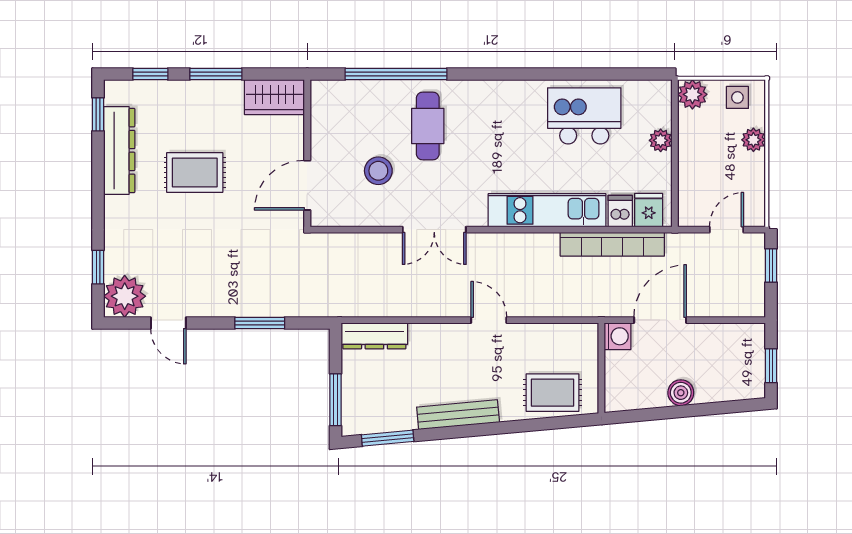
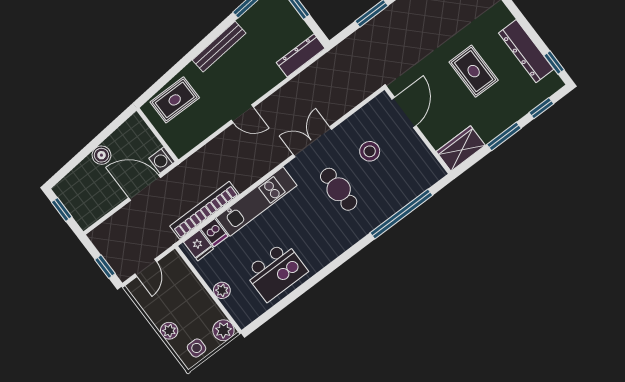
cafe table: (428, 126) -> (339, 189), moved
rug: (195, 173) -> (474, 71), turned 90
door: (660, 320) -> (145, 188), swing flipped

